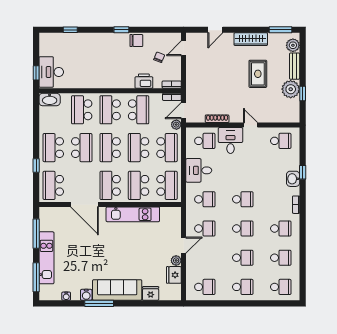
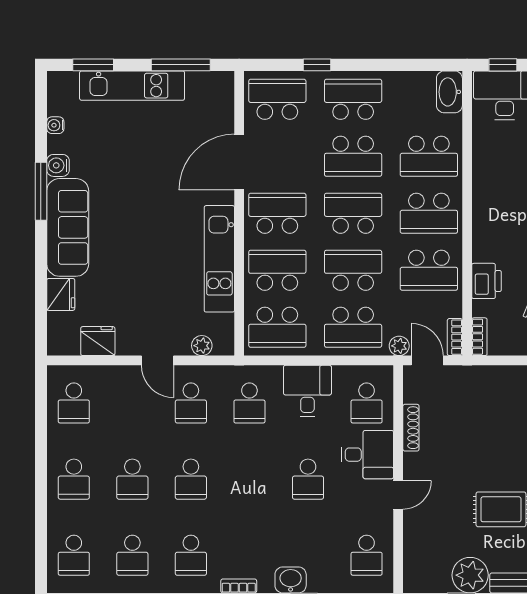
school desk: (82, 110) -> (429, 156), turned 180
school desk: (110, 110) -> (429, 213), turned 180
school desk: (243, 199) -> (308, 479), moved
plant: (176, 260) -> (202, 346), moved
window: (36, 277) -> (93, 65), width x0.69

